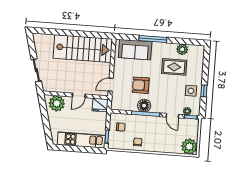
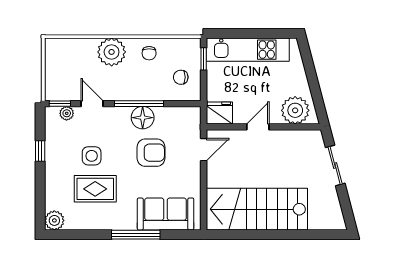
plant: (182, 49) -> (54, 220), moved
side table: (191, 91) -> (92, 156), moved
plant: (189, 147) -> (112, 52), moved

